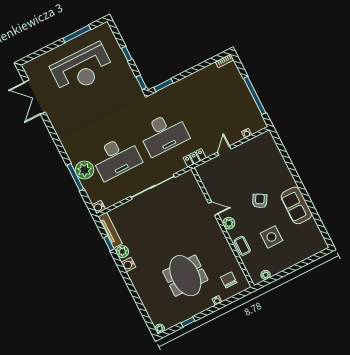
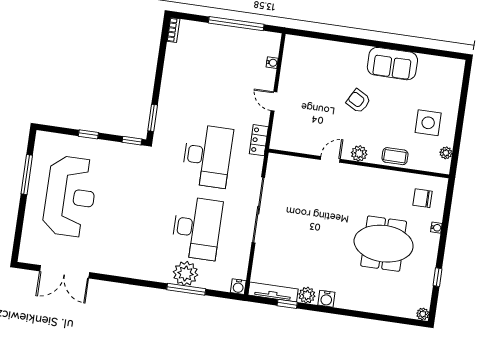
side table: (272, 237) -> (428, 123), moved

